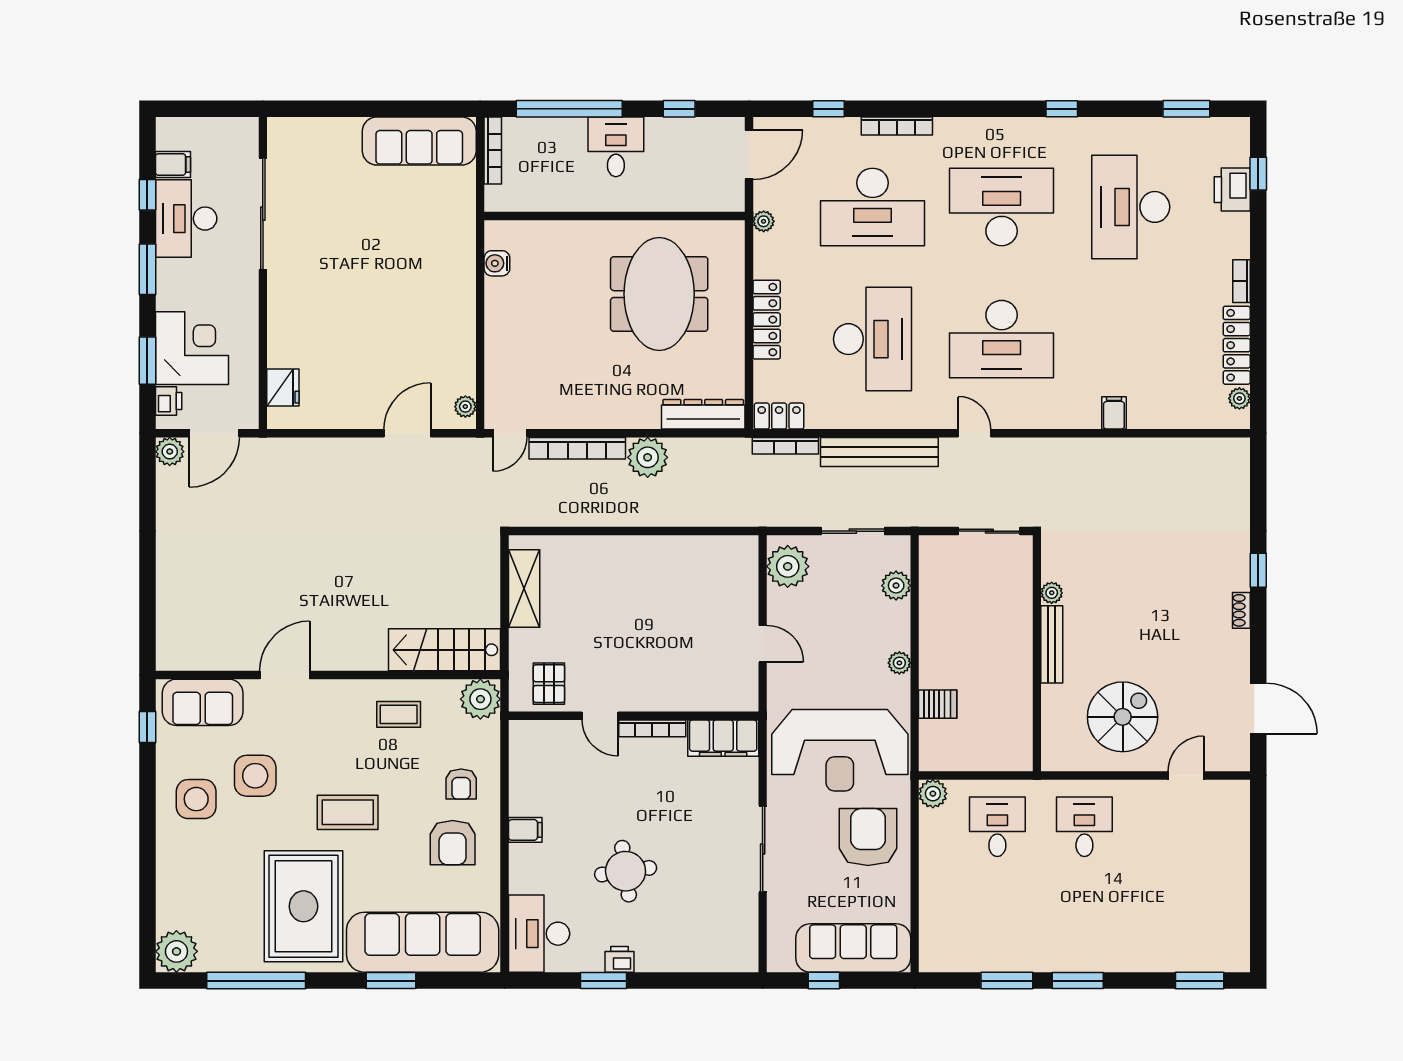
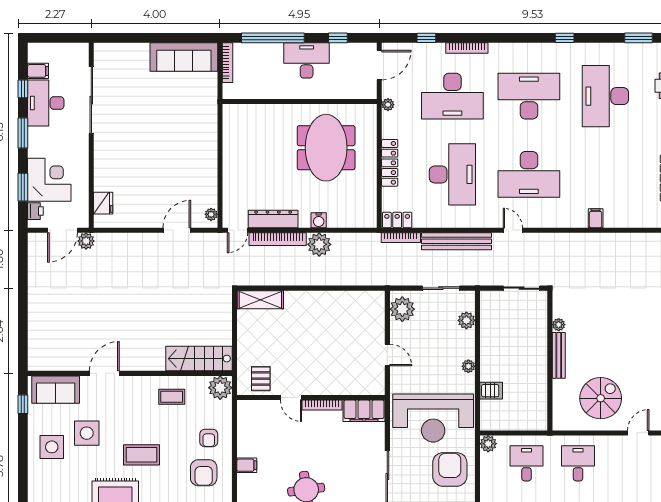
desk: (616, 147) -> (307, 60), width x1.37
water cooler: (497, 263) -> (319, 220), moved, turned -90
dresser: (703, 414) -> (273, 219), moved
plant: (170, 452) -> (86, 241), moved
shelving: (524, 589) -> (260, 300), moved, turned 90

